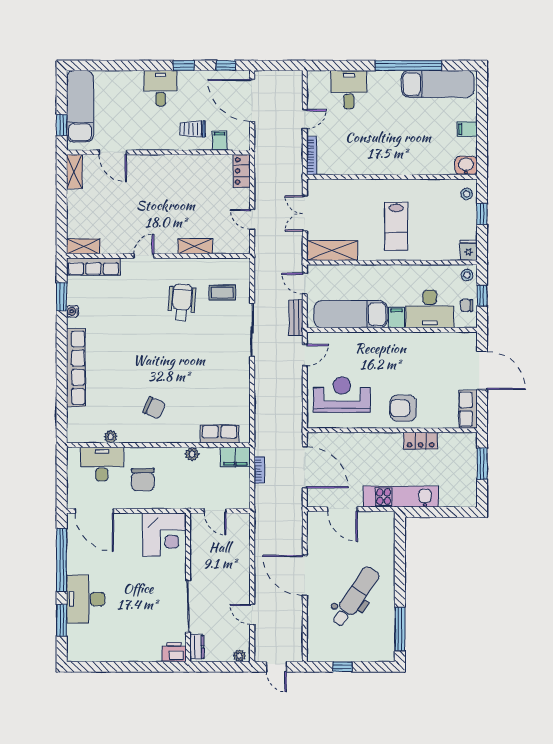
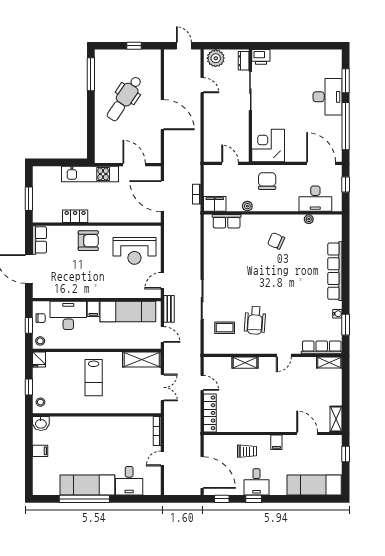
exam couch: (438, 84) -> (87, 485), moved
desk: (161, 88) -> (256, 482), moved
exam couch: (80, 106) -> (314, 485), moved, turned 90
filing cabinet: (220, 141) -> (276, 442), moved
locker: (242, 171) -> (210, 413), width x1.53
lab bench: (396, 226) -> (94, 378), turned 180
chair: (143, 480) -> (267, 181), moved
window: (62, 483) -> (346, 185), added
plant: (239, 656) -> (216, 58), width x1.88, depth x1.88

